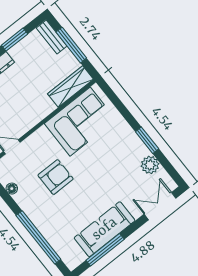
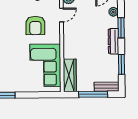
armchair: (56, 177) -> (35, 25), moved

